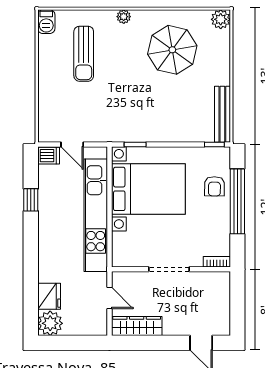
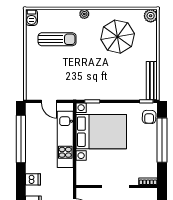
sun lounger: (84, 54) -> (57, 39), turned -90
dishwasher: (49, 156) -> (33, 179), moved
armchair: (214, 186) -> (149, 117), moved
window: (31, 200) -> (21, 139), width x3.17
kitchen unit: (96, 215) -> (65, 139), width x0.73

